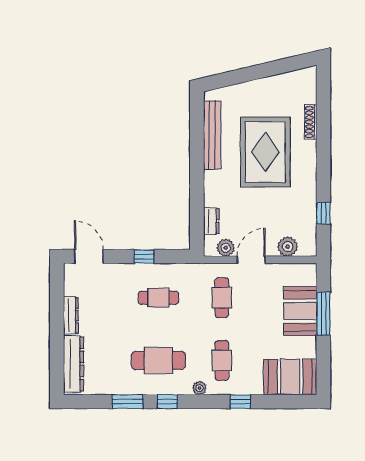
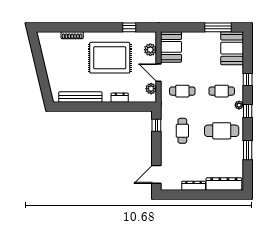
rug: (265, 152) -> (110, 58), moved
dresser: (211, 221) -> (120, 98), moved
window: (144, 256) -> (156, 125), moved
booth: (300, 311) -> (171, 47), moved, turned 90
window: (323, 314) -> (218, 27), moved
cafe table: (158, 360) -> (222, 131), turned 90
window: (167, 402) -> (248, 111), moved

